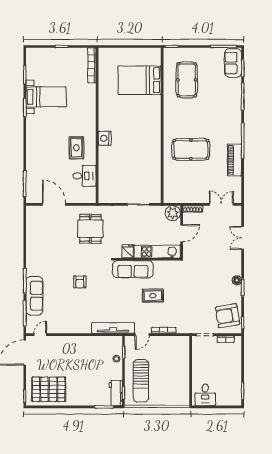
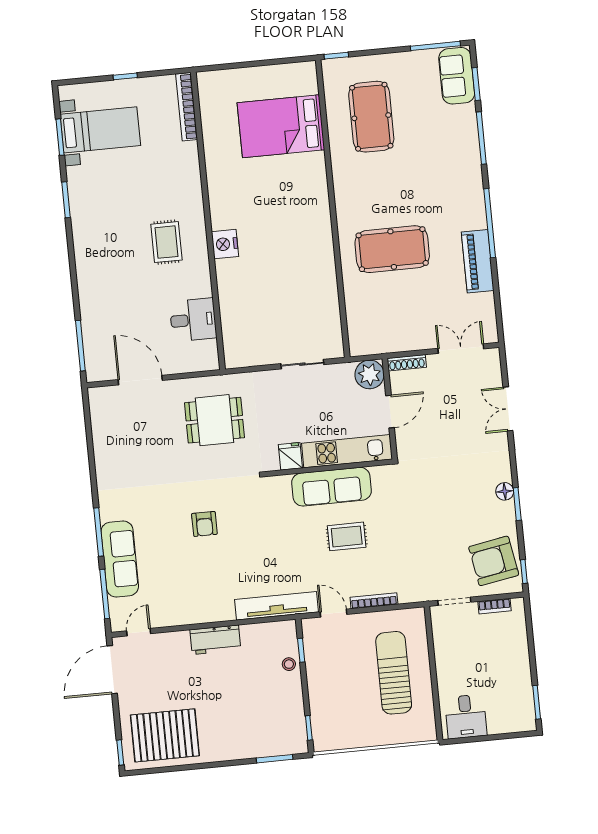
bed with nightstands: (46, 97) -> (100, 130), moved
rug: (76, 148) -> (166, 242), moved
dining table: (90, 229) -> (214, 420), turned 90
sofa: (133, 269) -> (331, 487), moved
door: (142, 335) -> (333, 613), swing flipped
sun lounger: (141, 381) -> (394, 673), moved, turned 180
workbench: (116, 393) -> (215, 640), moved, turned -90

